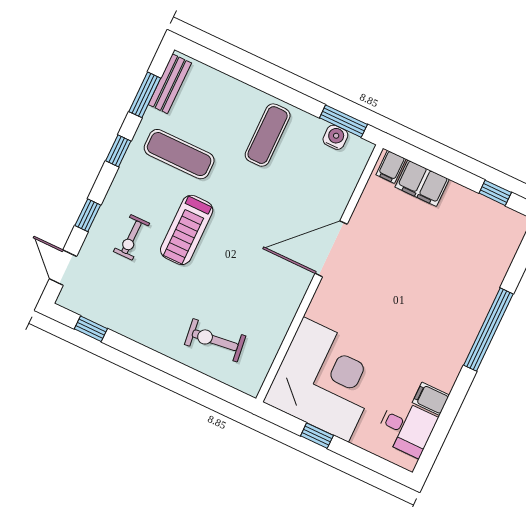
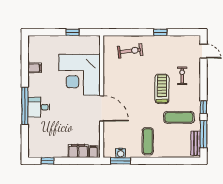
window: (145, 95) -> (203, 134), width x1.44
window: (88, 215) -> (203, 76), removed
door: (331, 249) -> (102, 108), hinge flipped
window: (91, 329) -> (160, 32), moved
corner desk: (326, 379) -> (79, 75), moved
desk: (406, 428) -> (39, 107), moved

